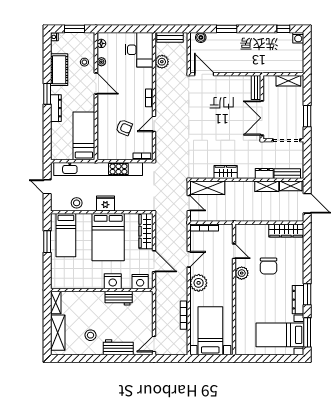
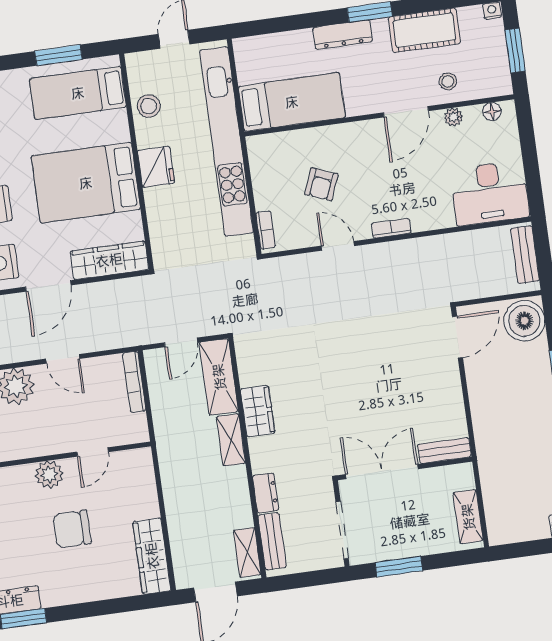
boiler: (201, 37) -> (524, 321), width x1.86, depth x1.86
plant: (162, 62) -> (471, 244), removed
shelving: (267, 186) -> (231, 440), moved

